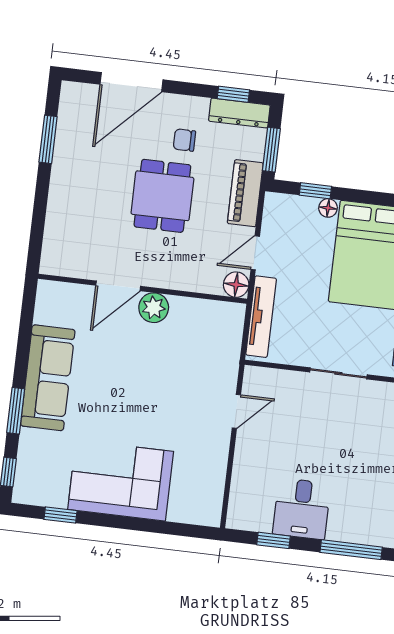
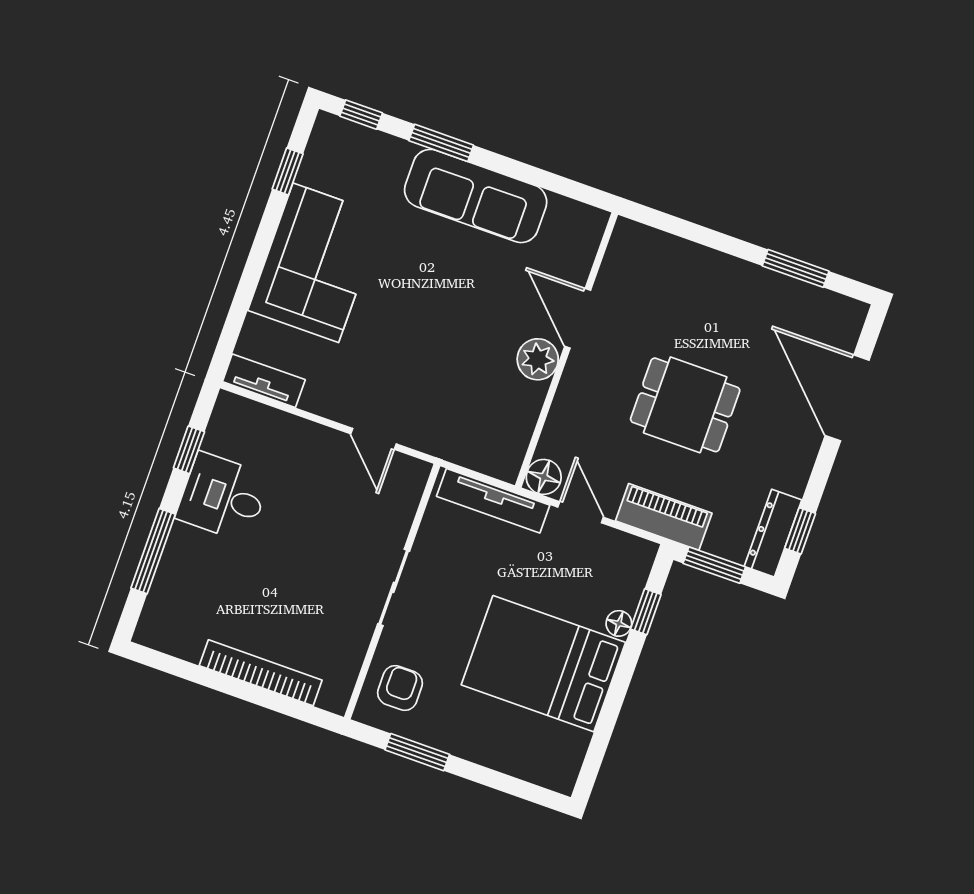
chair: (184, 140) -> (753, 451), removed
tv unit: (213, 498) -> (264, 381), added

